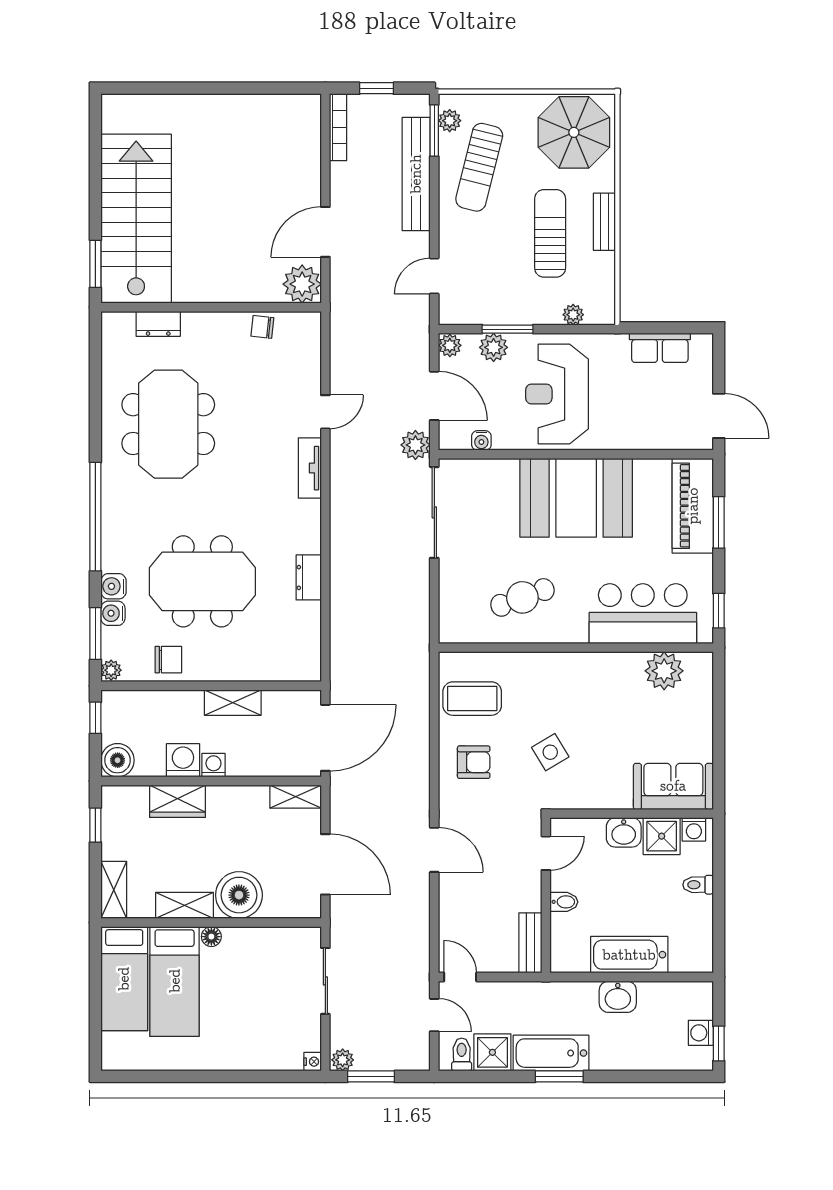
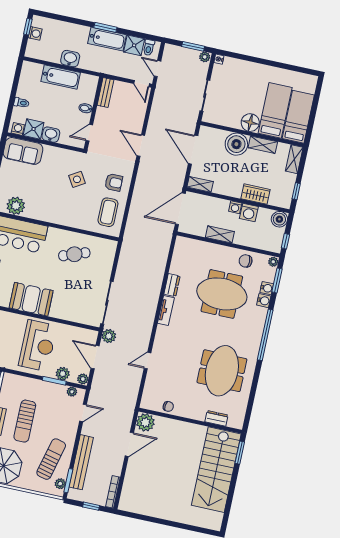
plant: (573, 315) -> (72, 392), moved
water cooler: (481, 440) -> (78, 332), removed
tv unit: (310, 468) -> (166, 311), moved
booth: (576, 498) -> (31, 299), width x0.73, depth x0.70
coffee table: (472, 699) -> (108, 212), turned 90
armchair: (474, 762) -> (114, 182), turned 180
floor lamp: (211, 937) -> (250, 123), width x1.89, depth x1.89

